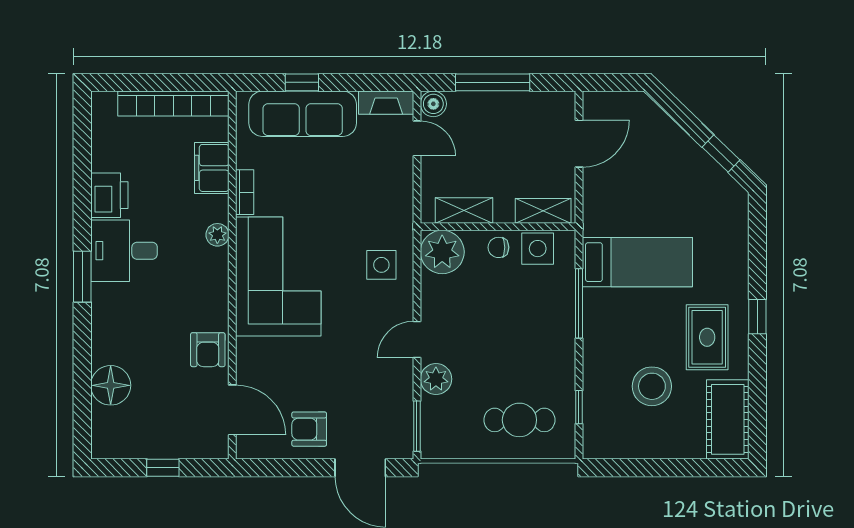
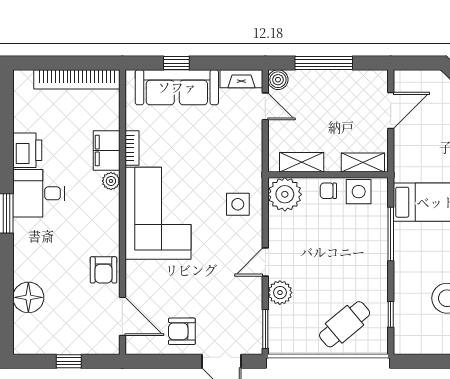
filing cabinet: (212, 168) -> (107, 151), moved
cafe table: (519, 420) -> (345, 324), turned -40

